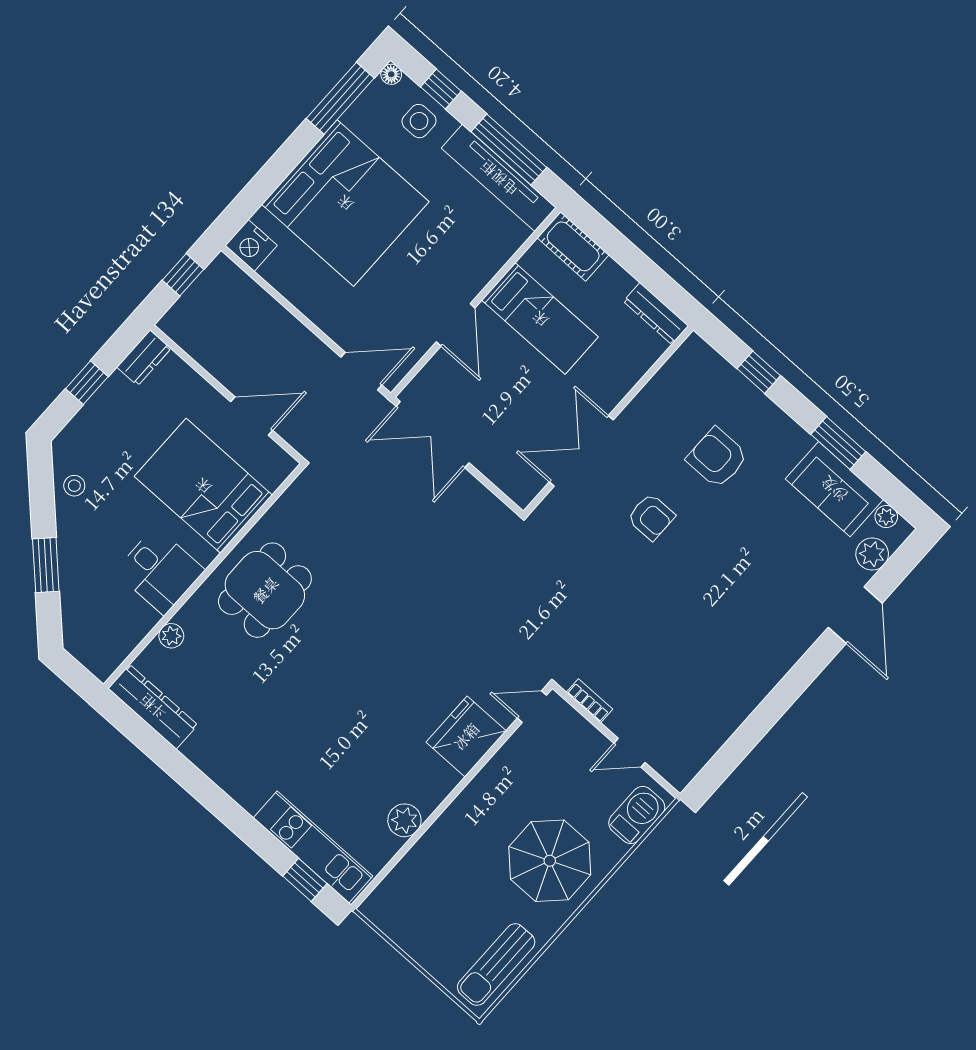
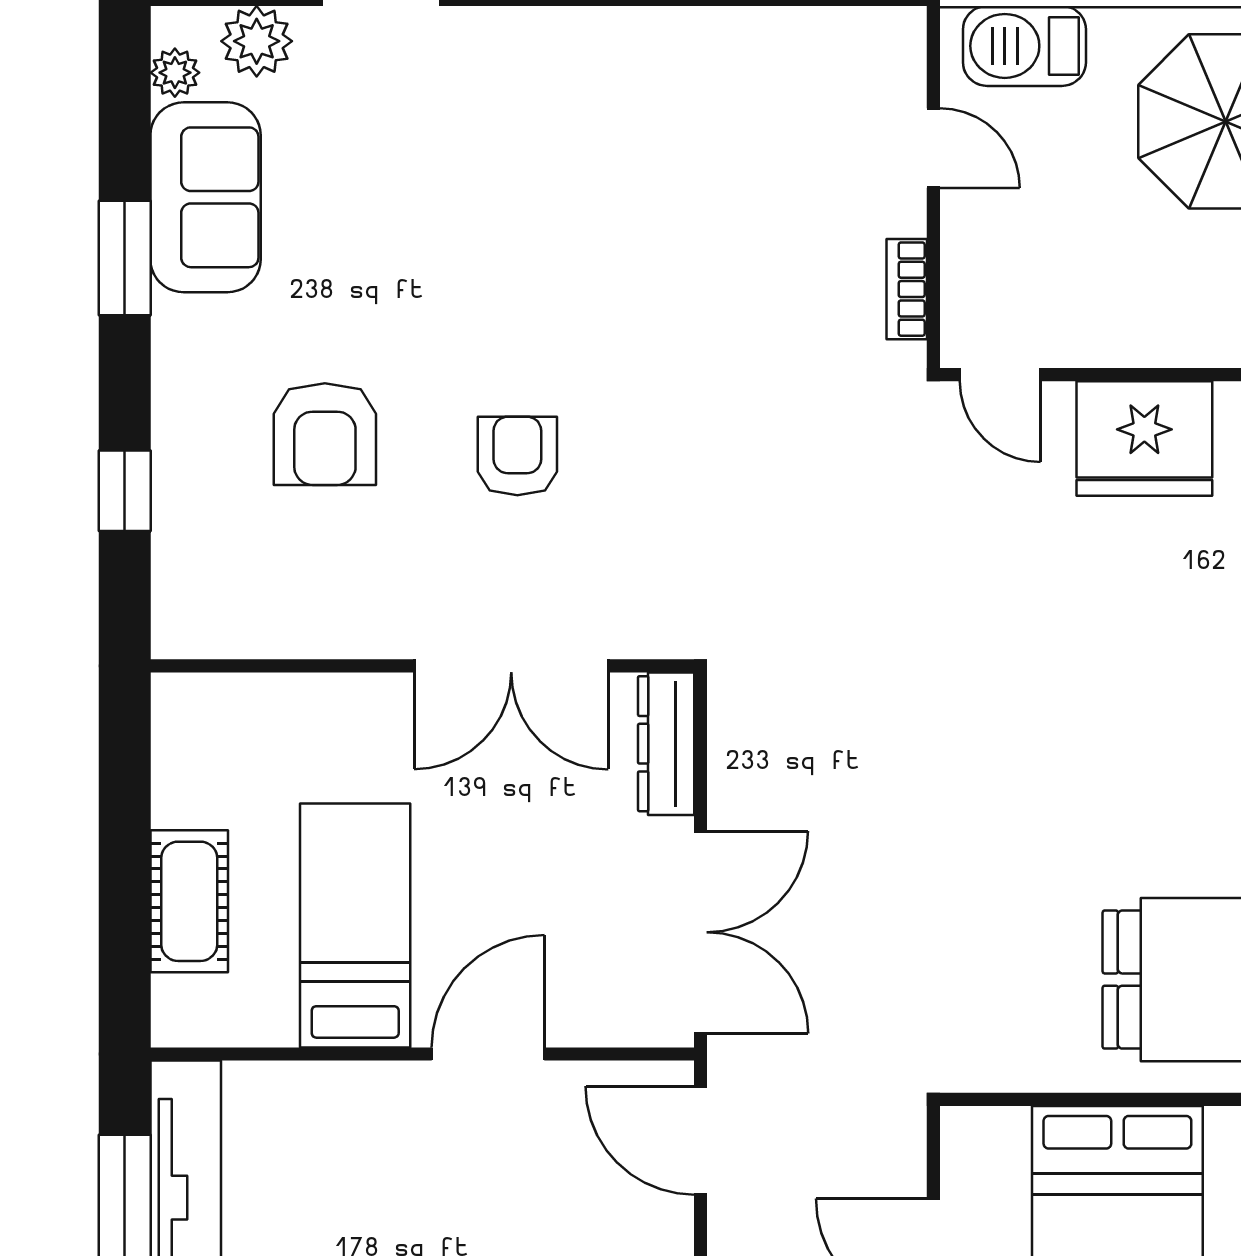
cot: (573, 246) -> (189, 901), moved
dresser: (656, 314) -> (666, 744), moved, turned 180

